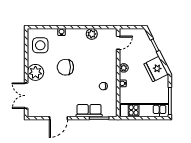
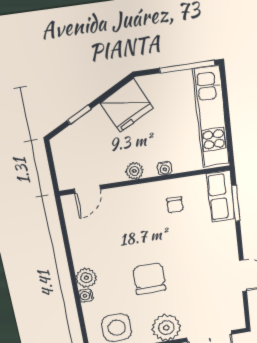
plant: (92, 34) -> (86, 278), moved
door: (118, 43) -> (87, 189), swing flipped
chair: (65, 67) -> (149, 279), turned 180
row of seats: (89, 111) -> (221, 197), moved

